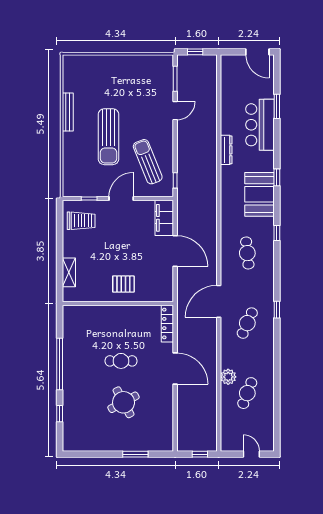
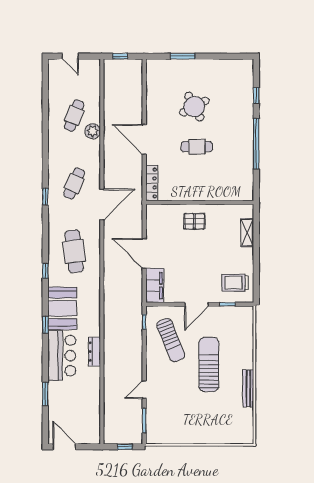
bar counter: (260, 125) -> (62, 356), moved
cafe table: (247, 253) -> (74, 251), width x1.37, depth x1.35

